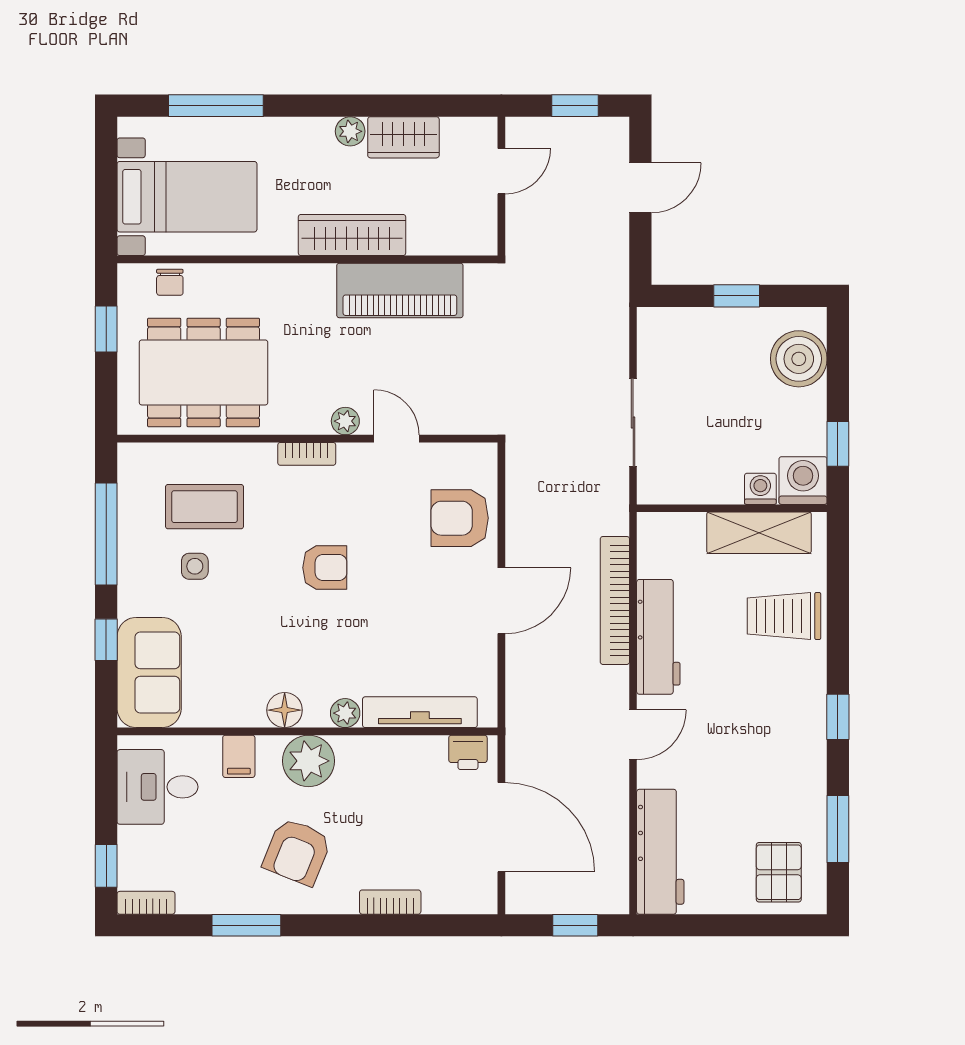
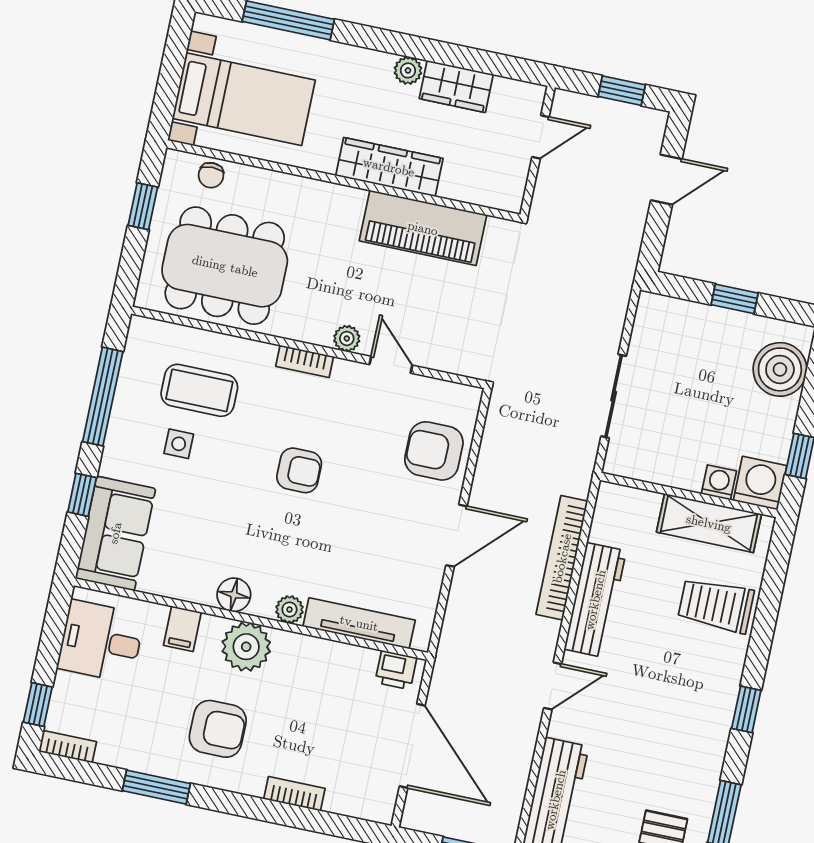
armchair: (297, 852) -> (218, 729), turned -112

